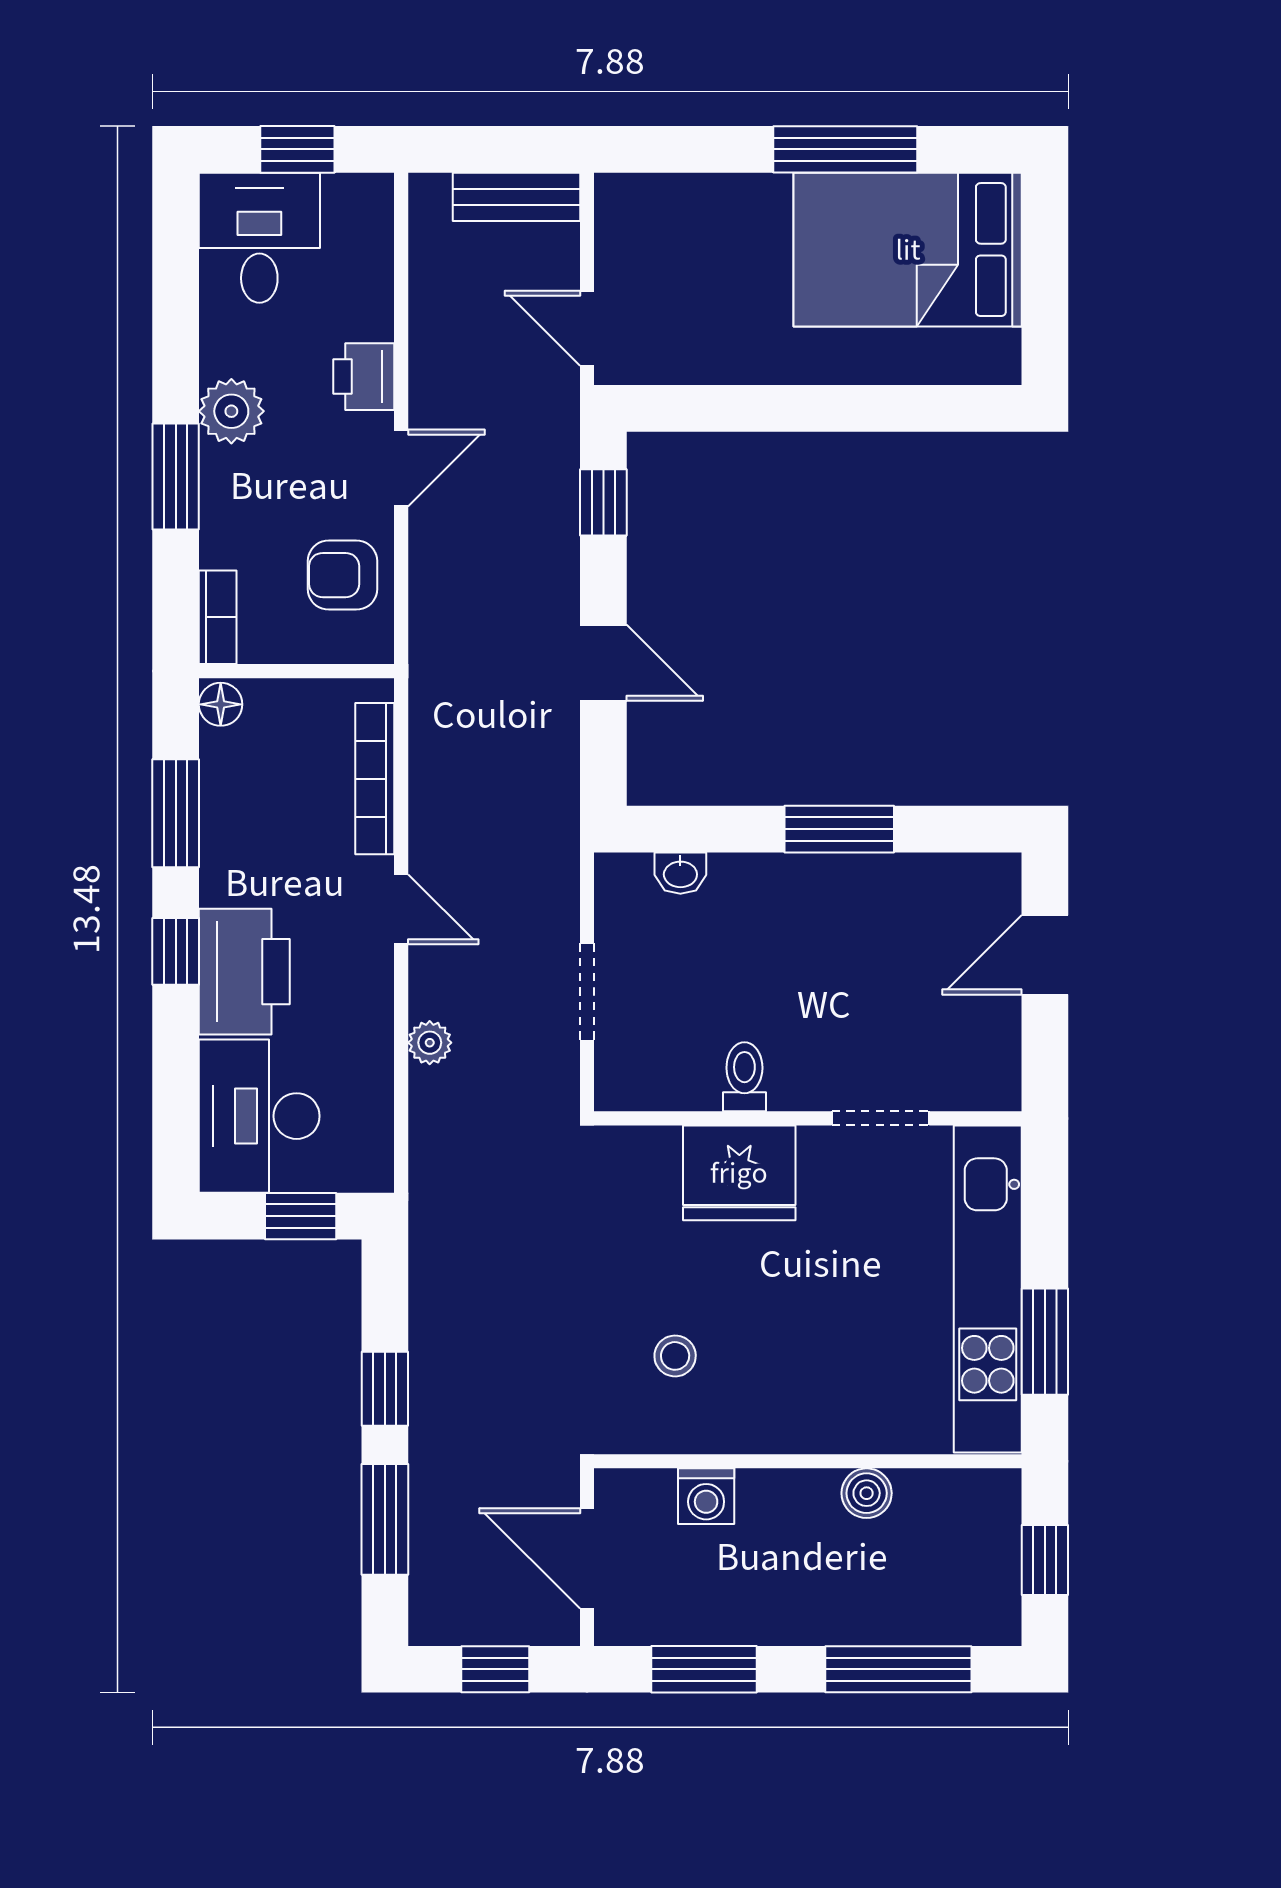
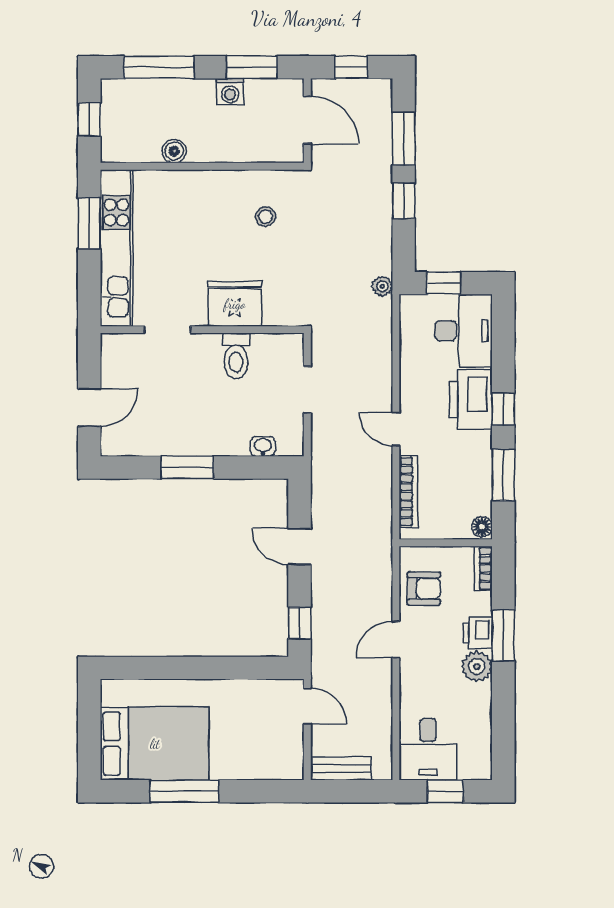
desk: (259, 238) -> (428, 749), moved
printer: (364, 377) -> (478, 633), moved, turned 180
plant: (430, 1043) -> (382, 286), moved
toilet: (744, 1077) -> (236, 356), width x1.37, depth x1.39
washing machine: (706, 1496) -> (230, 92), moved, turned 180

